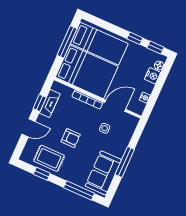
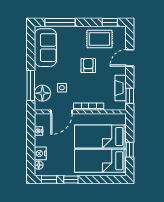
window: (67, 42) -> (130, 150), width x0.46
bed: (87, 72) -> (100, 137), width x0.67
window: (40, 103) -> (130, 96), moved
floor lamp: (125, 131) -> (42, 93), added
armchair: (71, 138) -> (88, 66), turned 90
window: (125, 162) -> (31, 85), moved
window: (42, 174) -> (110, 22), moved

